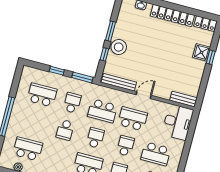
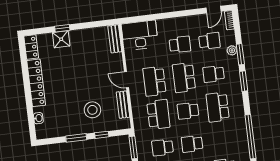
stool: (119, 47) -> (92, 110), moved
bench: (119, 82) -> (123, 105), width x0.73
school desk: (65, 130) -> (192, 144), turned 180
school desk: (125, 146) -> (184, 78), width x1.85
school desk: (156, 154) -> (180, 45), width x0.54

